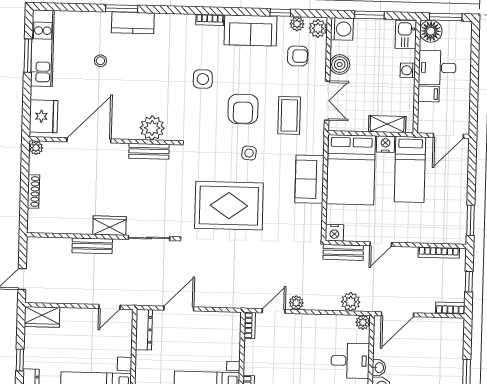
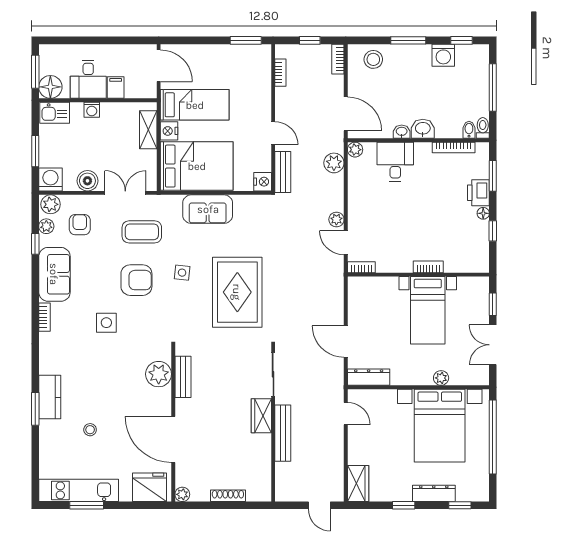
bench: (92, 246) -> (283, 433), width x1.36
bookcase: (439, 253) -> (280, 73), width x0.64
stool: (449, 342) -> (373, 59), added

